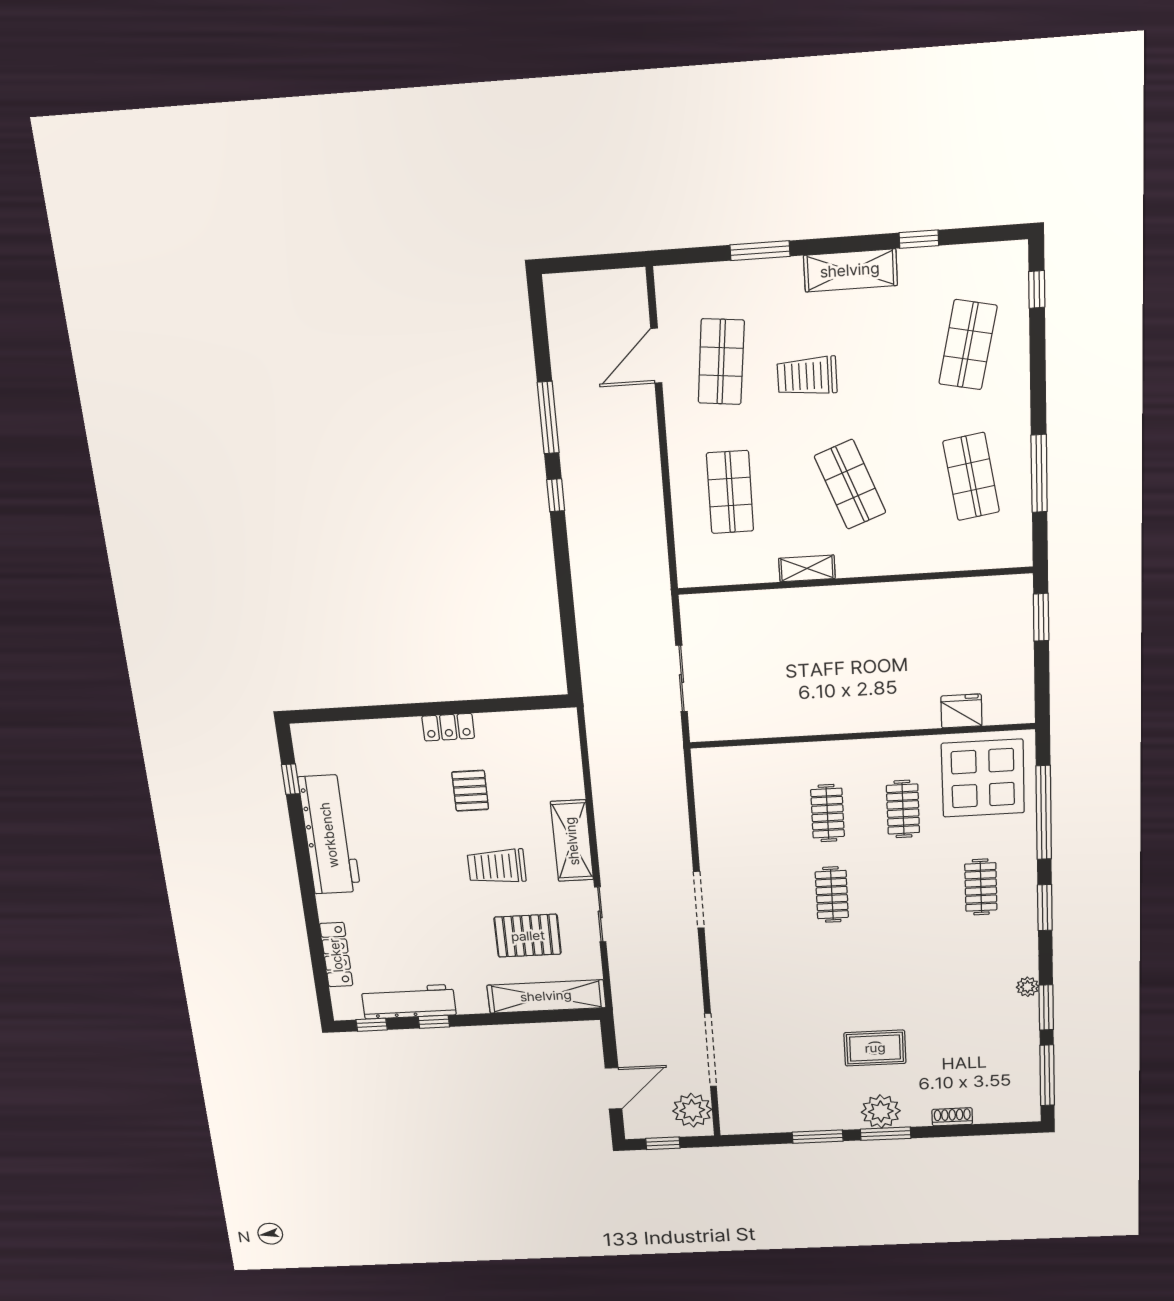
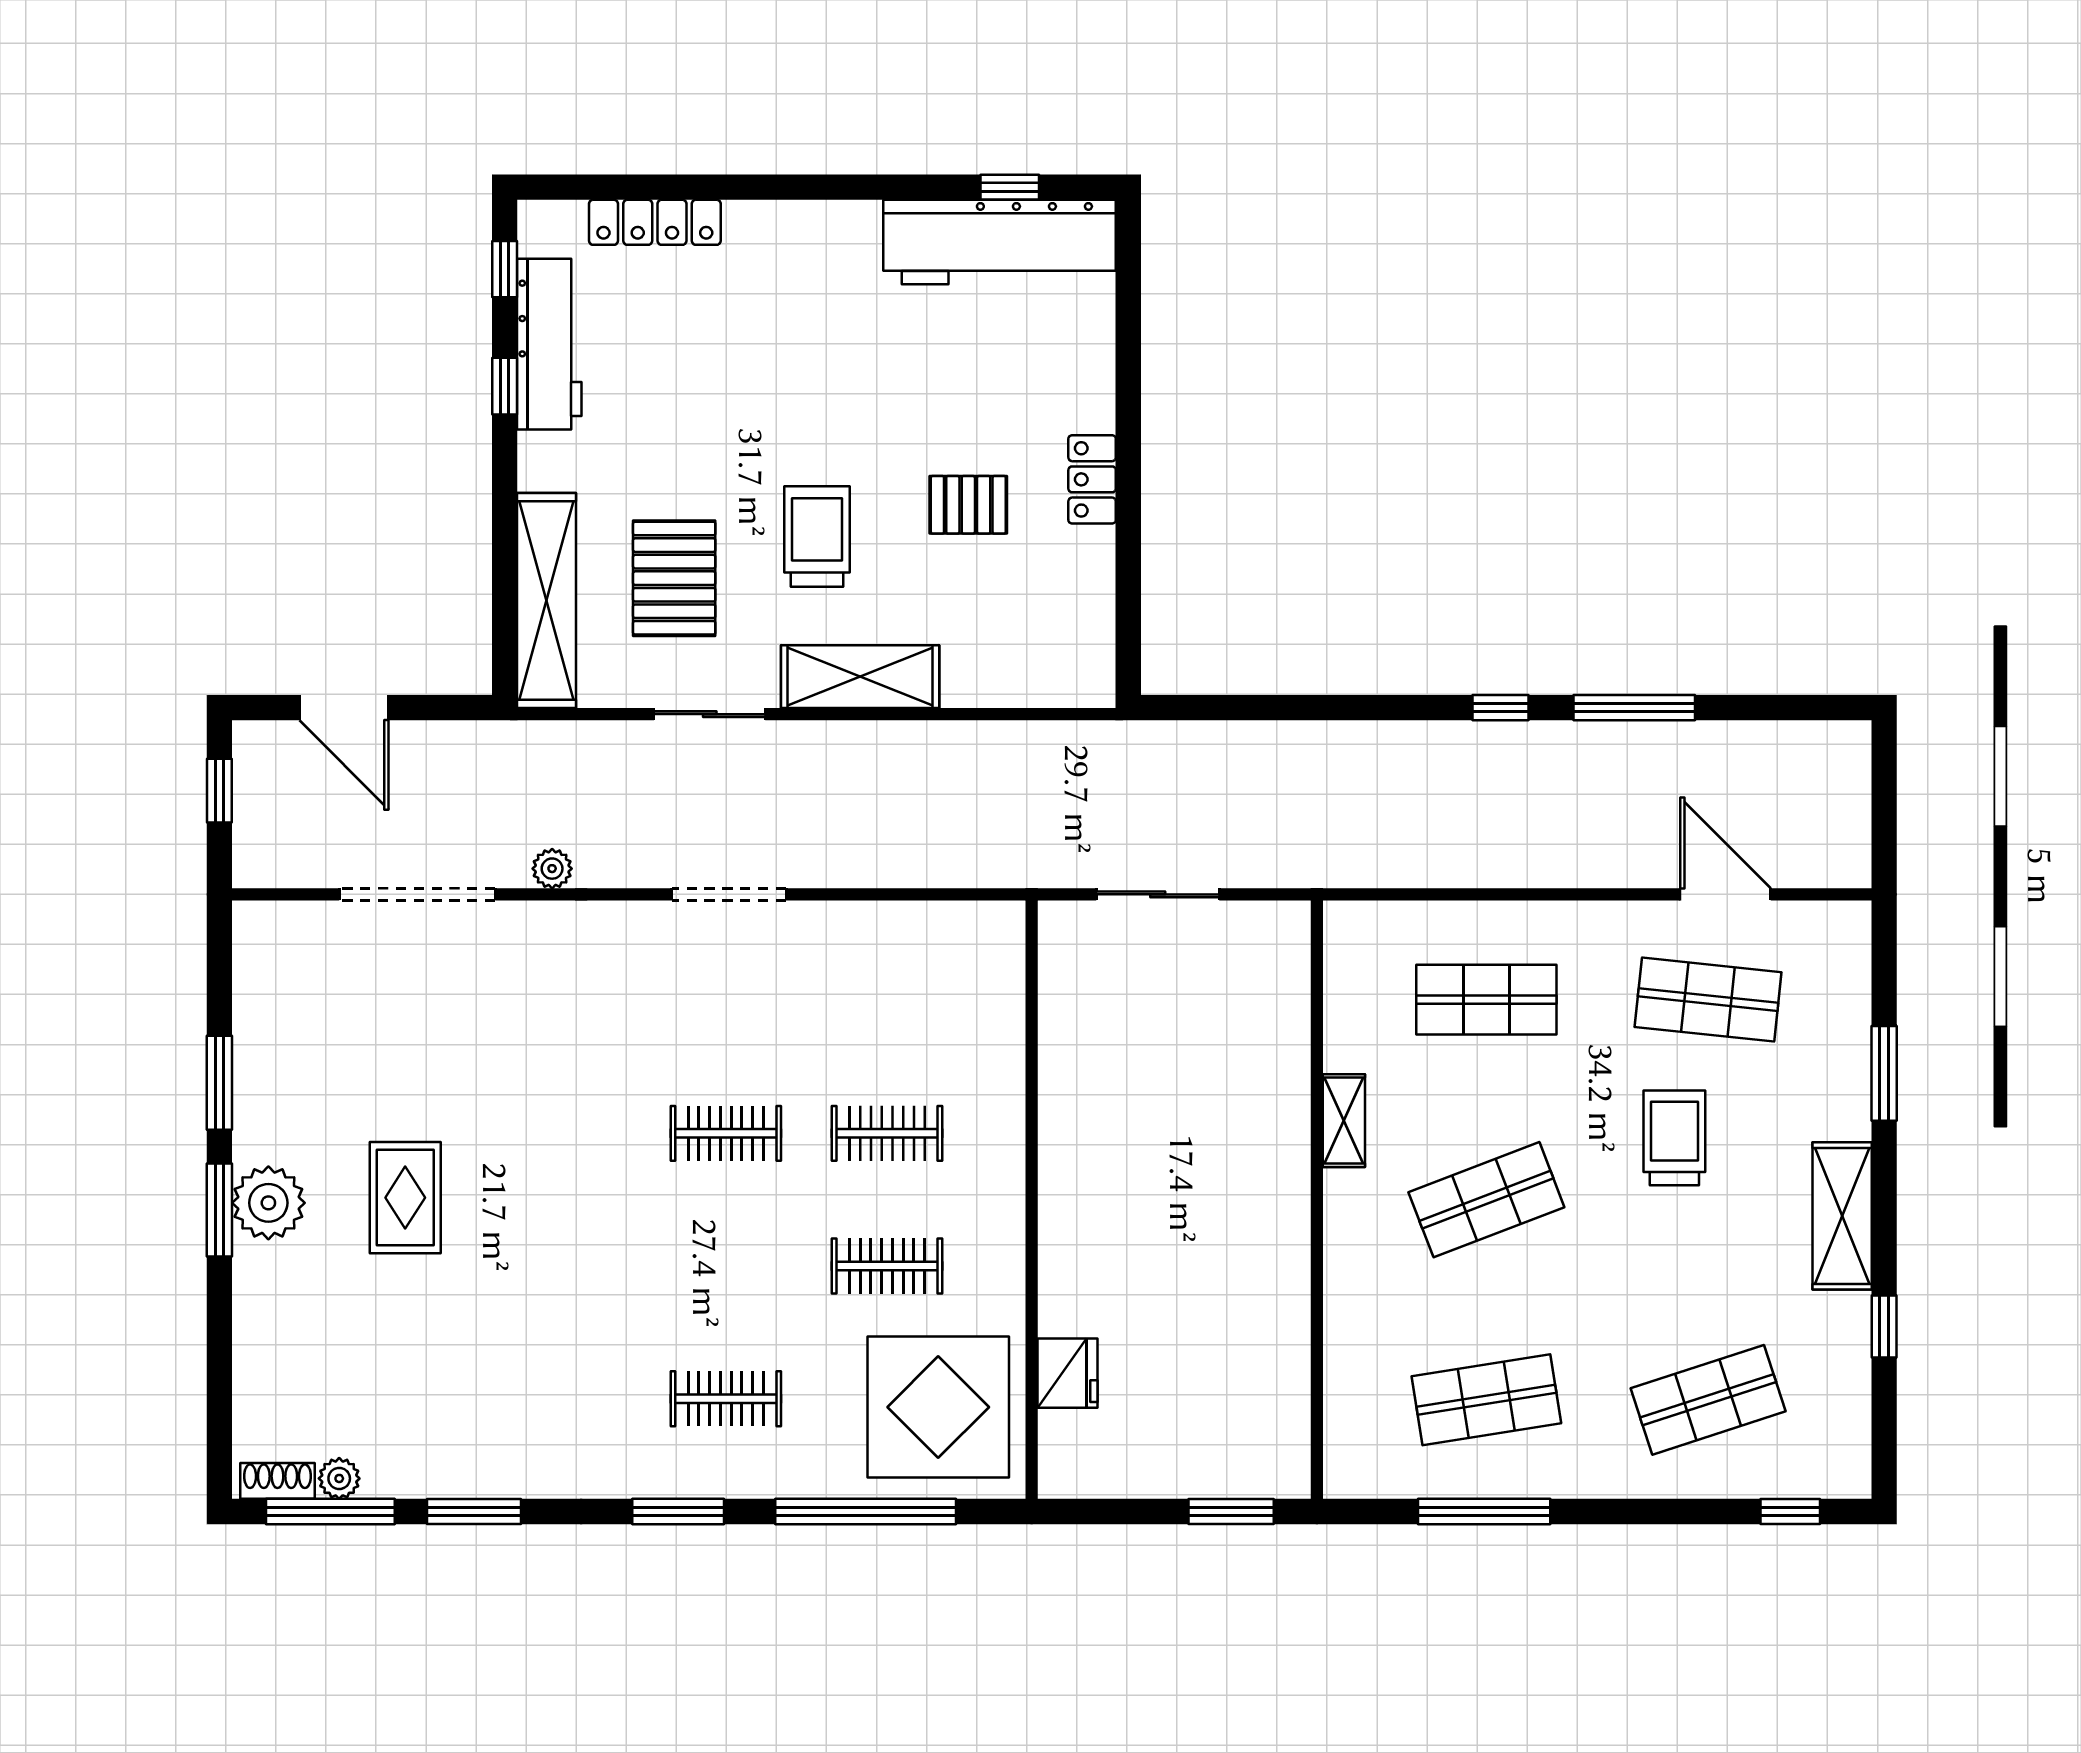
shop shelf: (968, 345) -> (1708, 1400), turned -30
workbench: (329, 835) -> (1000, 242), moved
plant: (1028, 987) -> (339, 1478), moved
plant: (692, 1110) -> (552, 869), moved, width x0.53, depth x0.53
shoe rack: (952, 1117) -> (277, 1481), moved, turned -90

